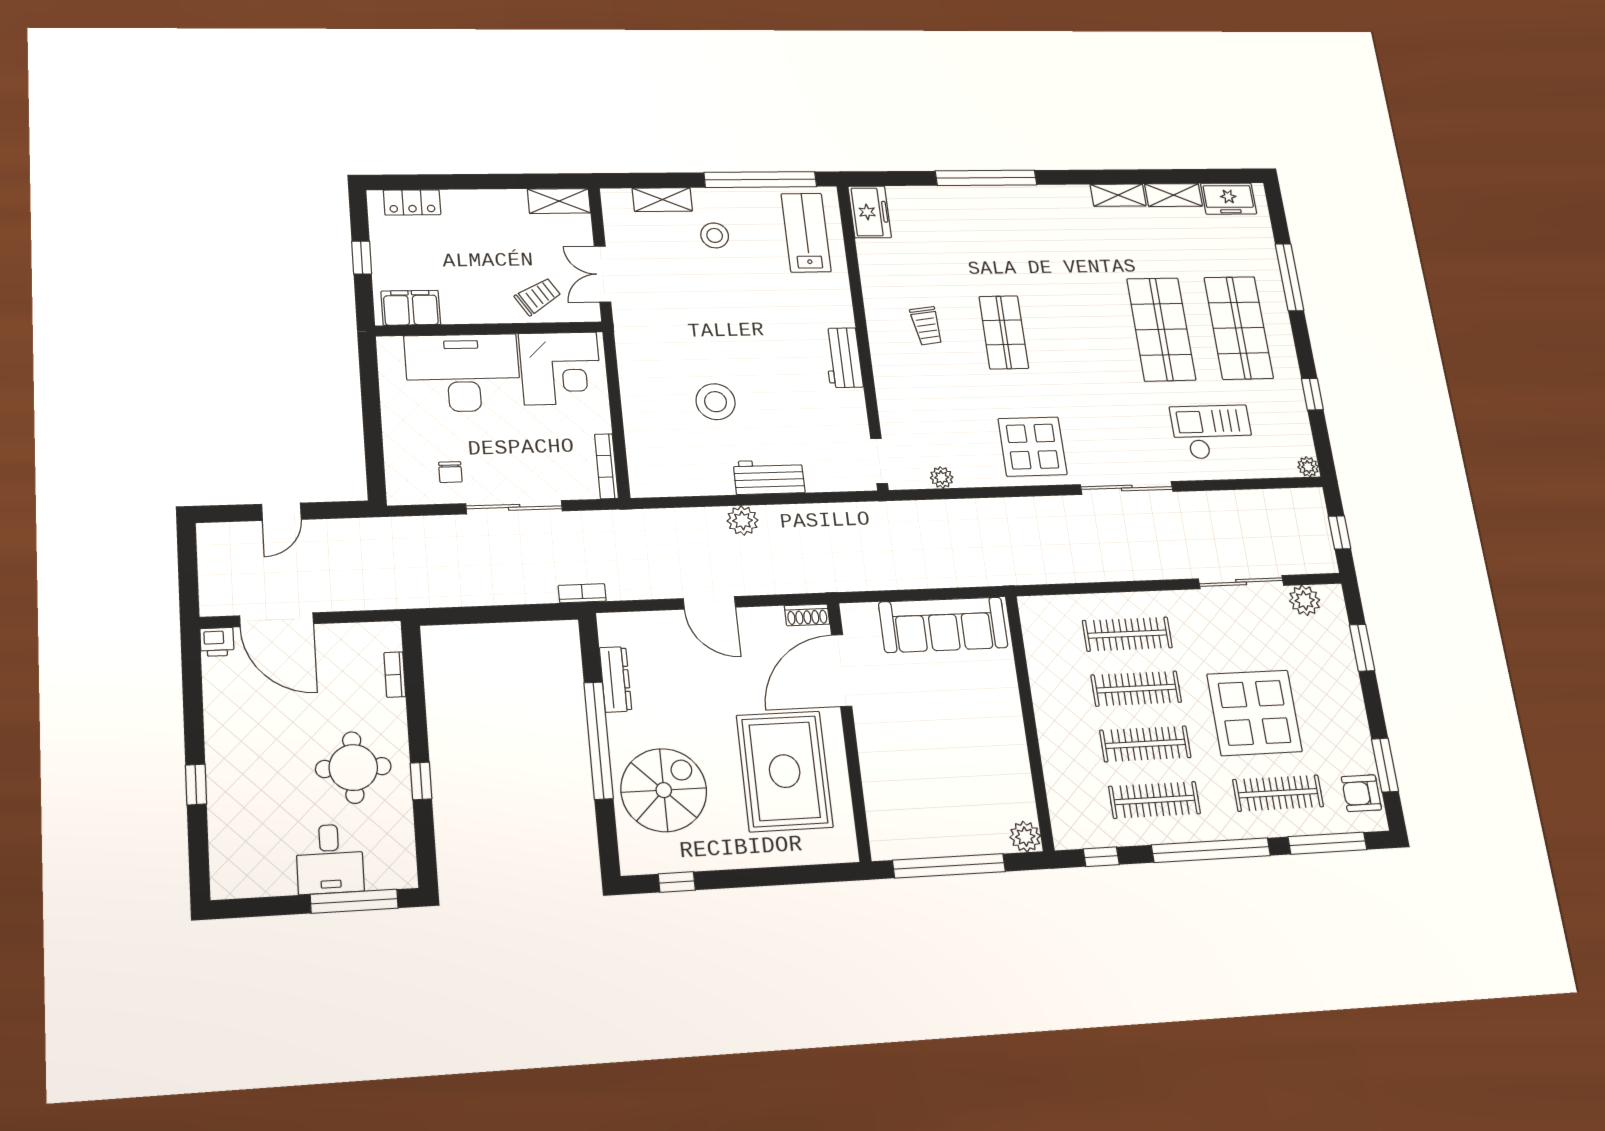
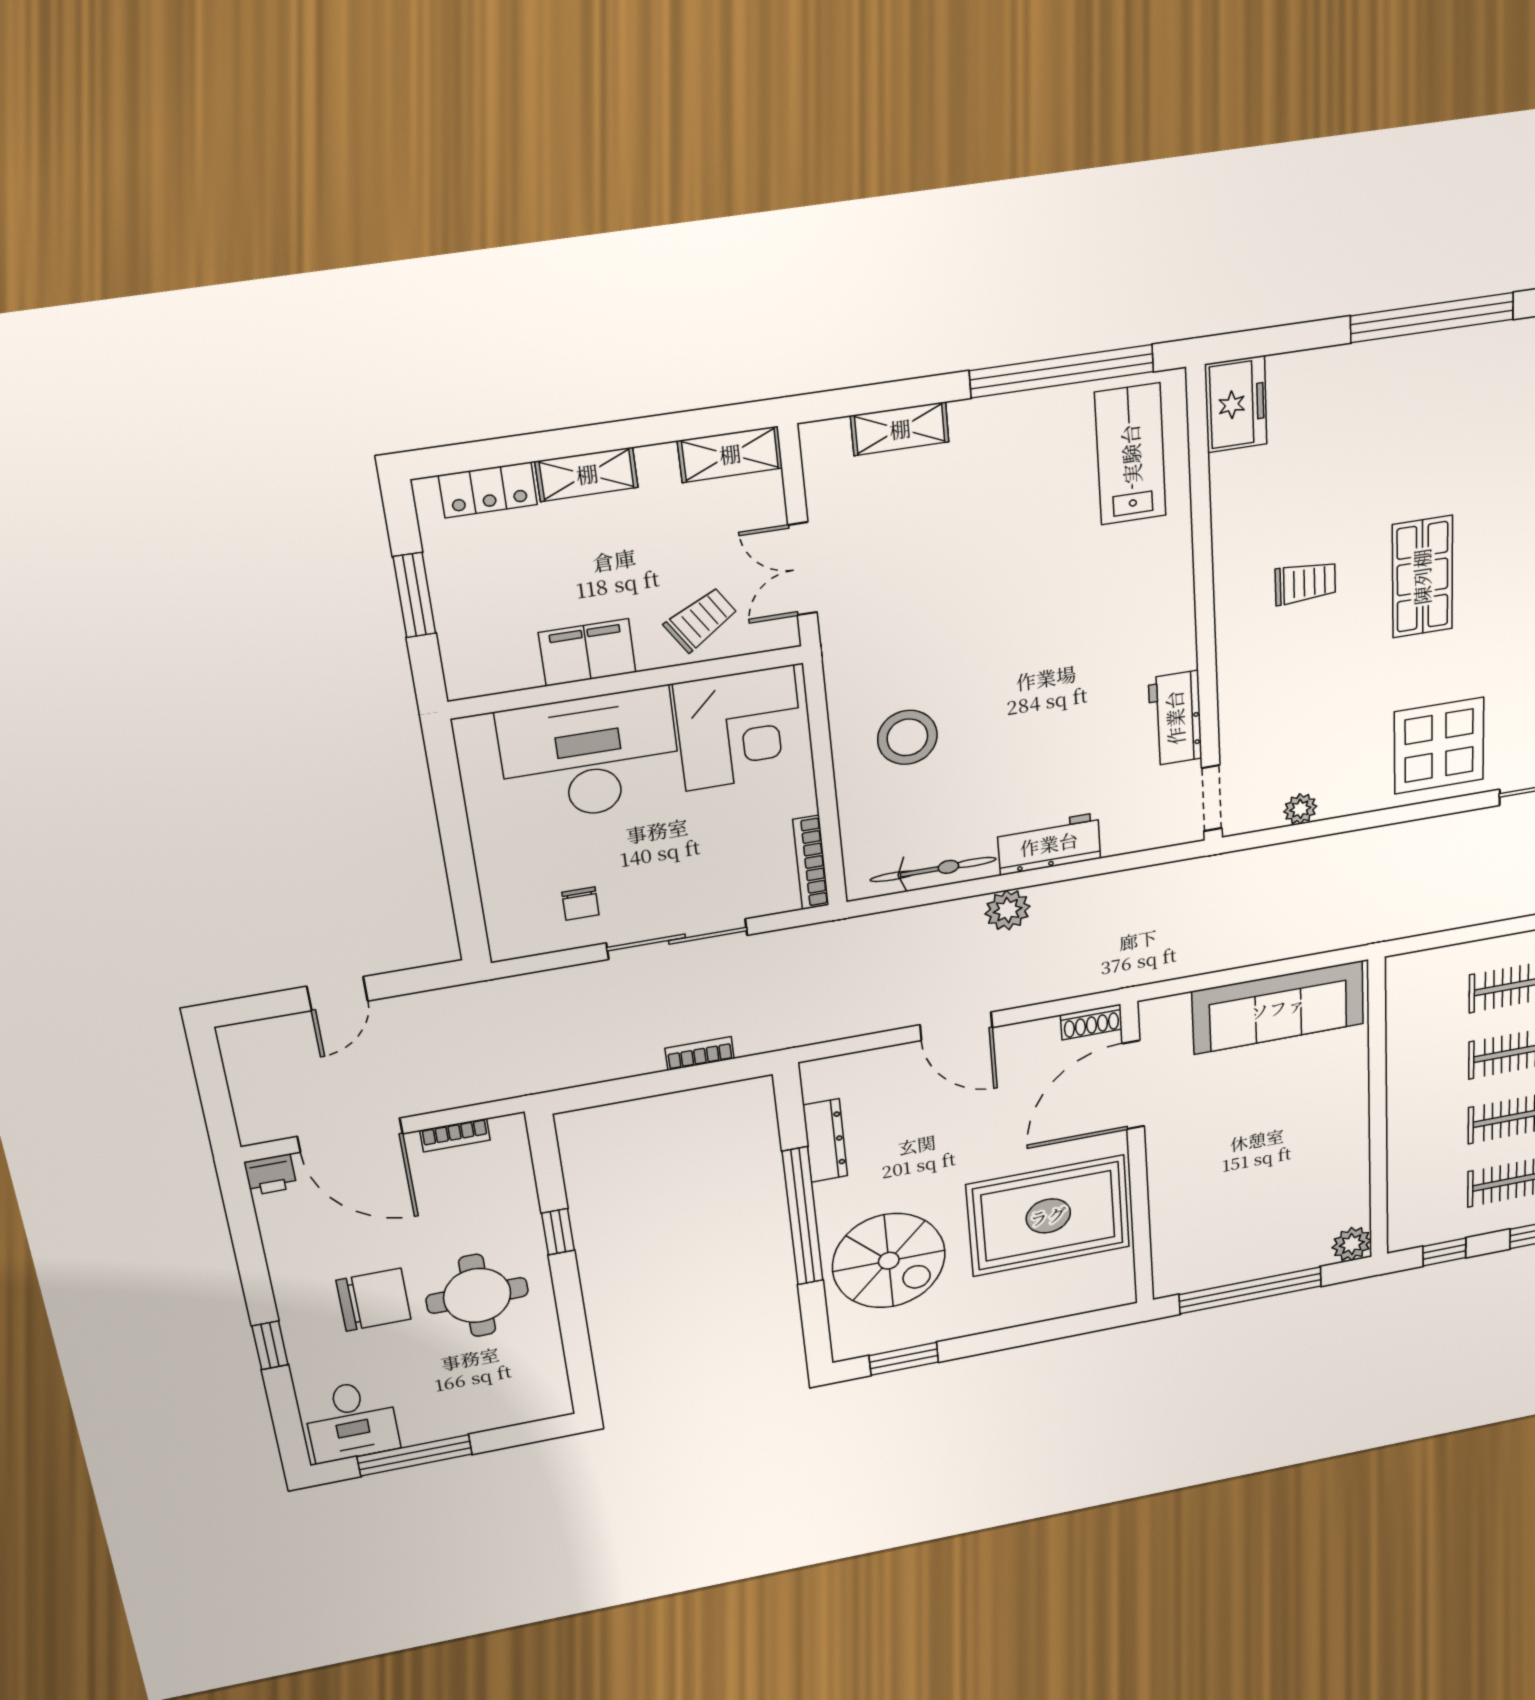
shelving: (472, 201) -> (587, 474), added
stool: (715, 235) -> (983, 479), removed
window: (362, 258) -> (414, 595), width x1.50
filing cabinet: (411, 308) -> (587, 652), moved
trolley: (927, 326) -> (1305, 583), turned -83
workbench: (843, 358) -> (1175, 718), moved
stool: (716, 402) -> (907, 737), moved
bicycle: (690, 483) -> (933, 869), added
bookcase: (582, 593) -> (700, 1053), moved
bookcase: (395, 675) -> (455, 1135), moved, turned -90
chair: (277, 758) -> (374, 1300), added
rug: (785, 771) -> (1048, 1216), turned 90
window: (421, 781) -> (558, 1232), moved
spiral stairs: (664, 790) -> (889, 1261), turned 90
desk: (330, 859) -> (351, 1421), moved
window: (677, 882) -> (904, 1359), width x1.50
window: (354, 901) -> (415, 1455), moved

